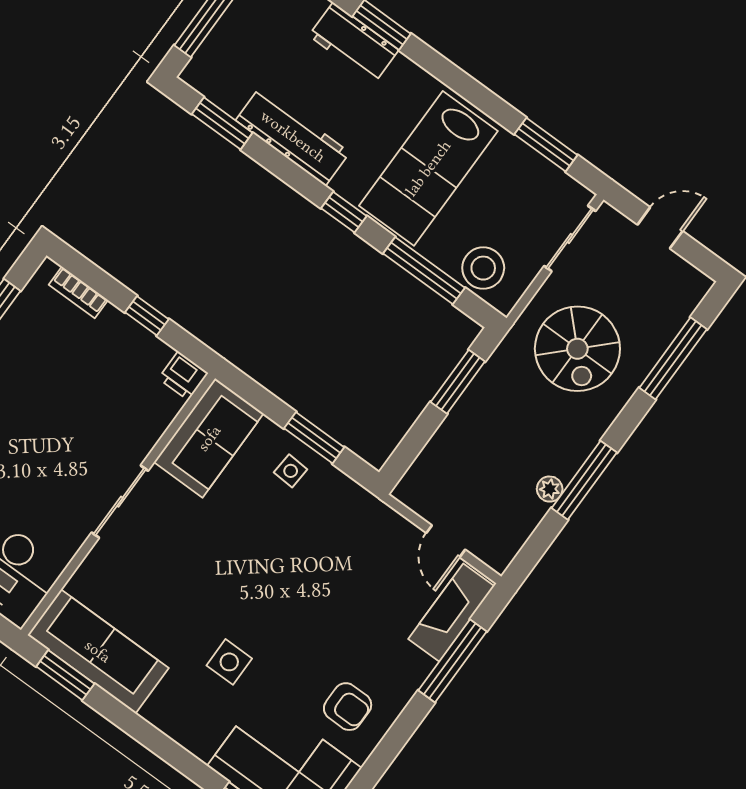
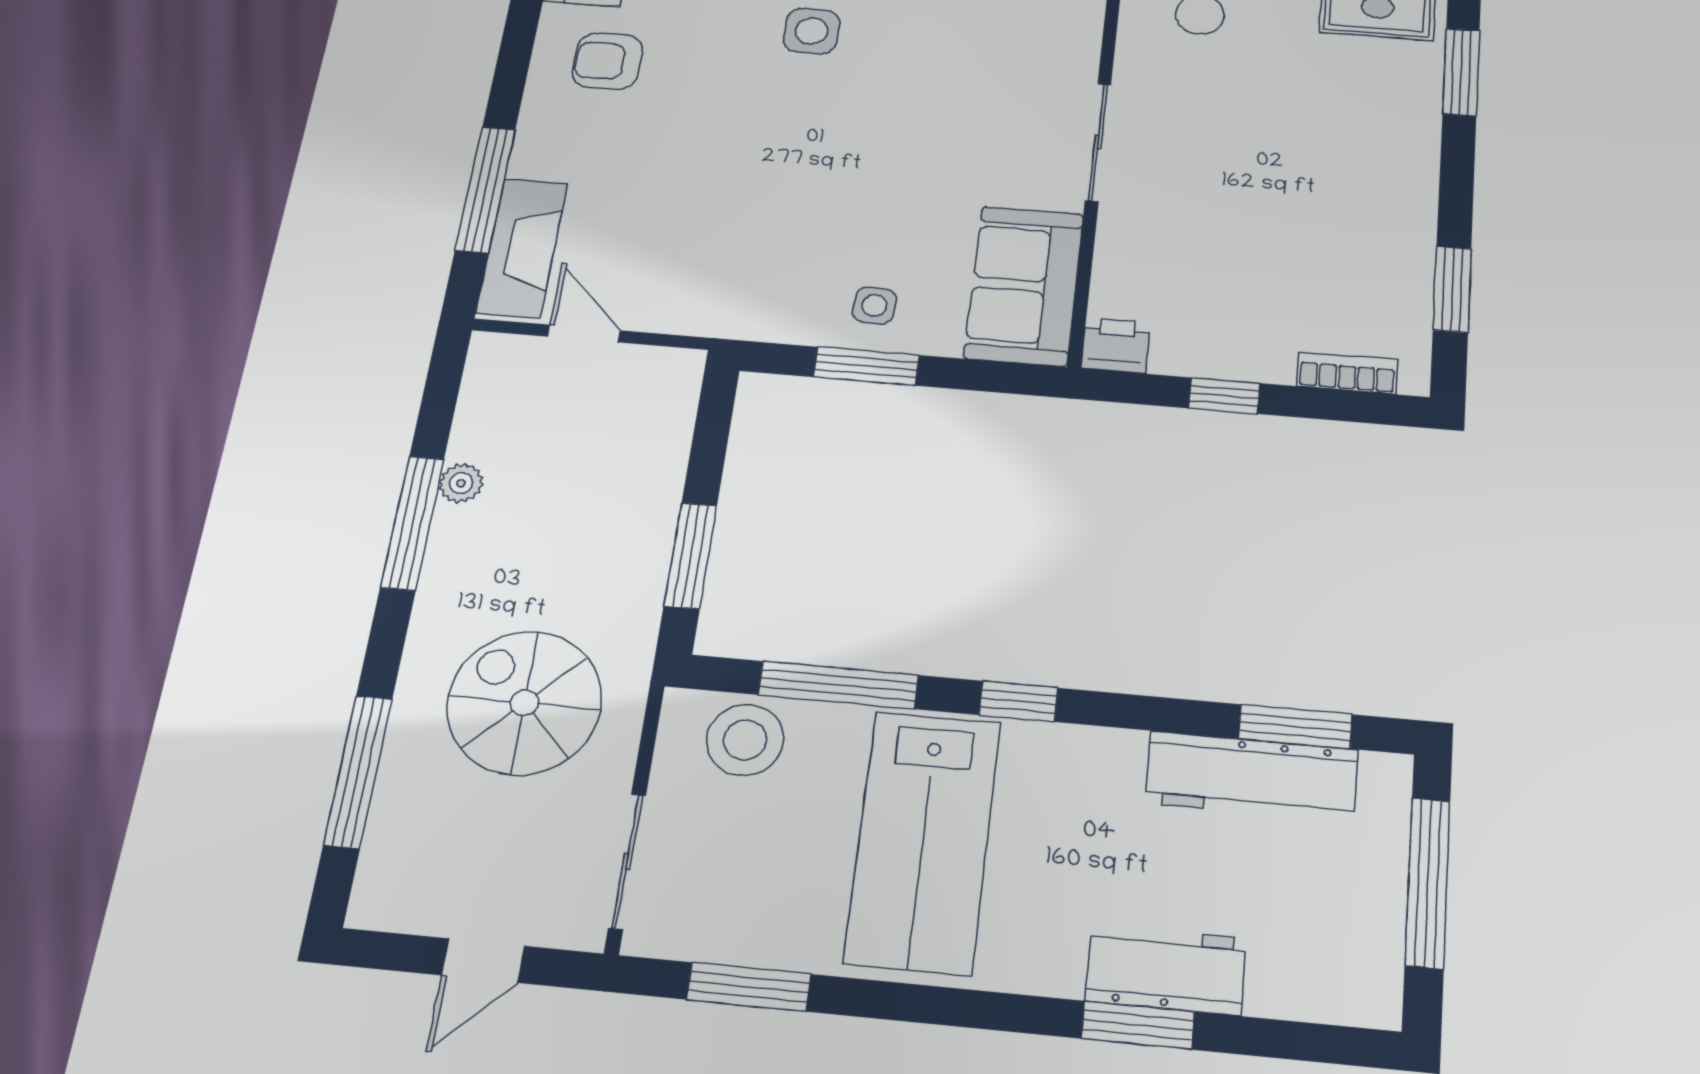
workbench: (293, 136) -> (1252, 776), moved
lab bench: (428, 168) -> (923, 841), turned 180

